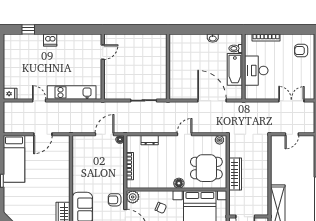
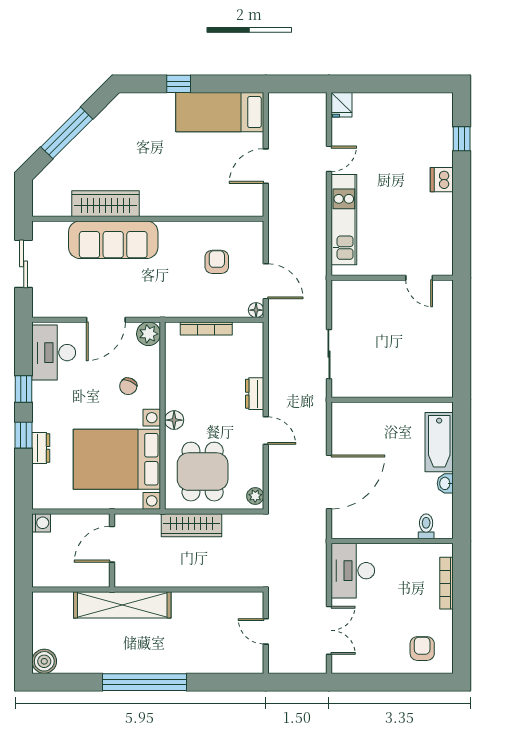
bathtub: (235, 69) -> (439, 442), moved, turned -90
desk: (256, 71) -> (353, 571), moved, turned -90
door: (43, 134) -> (266, 166), hinge flipped
dresser: (150, 140) -> (255, 394), moved
armchair: (115, 200) -> (217, 262), moved

